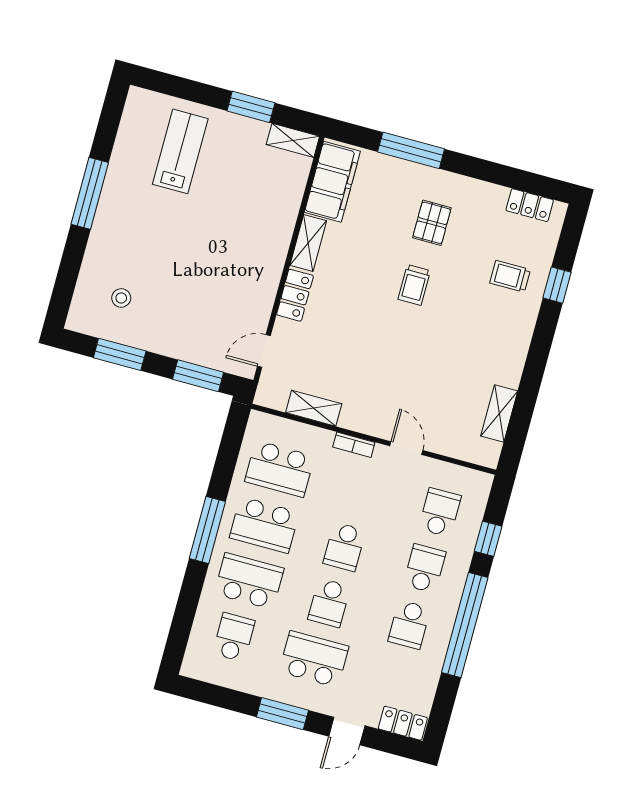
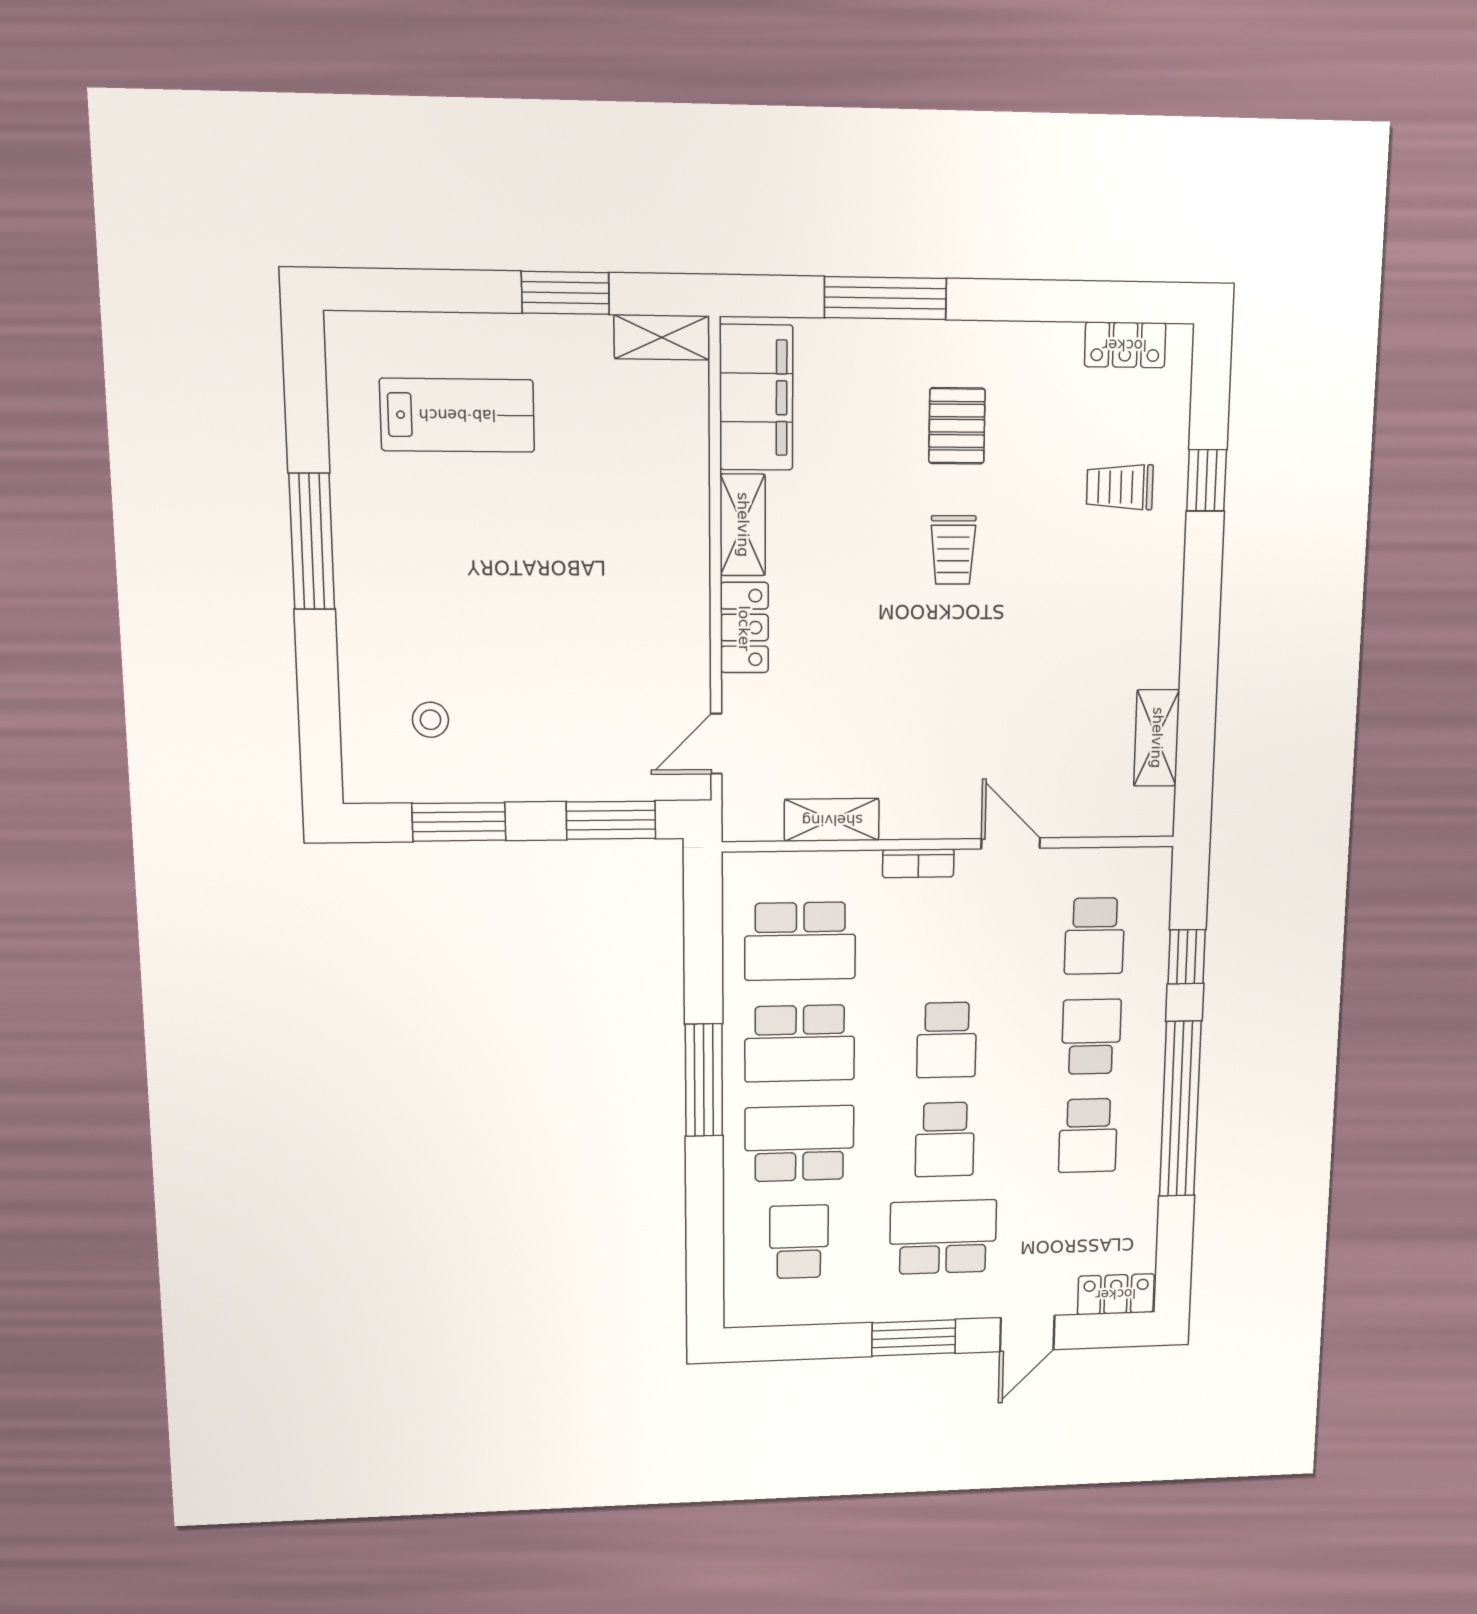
lab bench: (180, 151) -> (457, 415), turned 90
school desk: (440, 512) -> (1095, 936), turned 180

